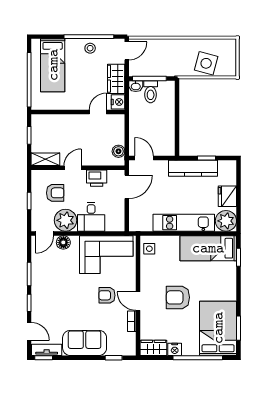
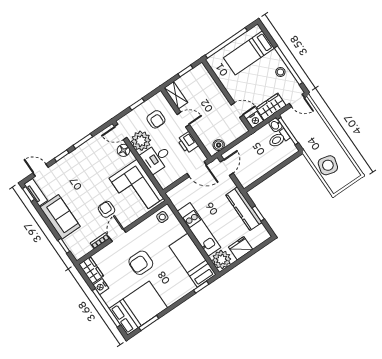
armchair: (178, 297) -> (141, 263), turned -90
door: (29, 331) -> (41, 170), swing flipped

